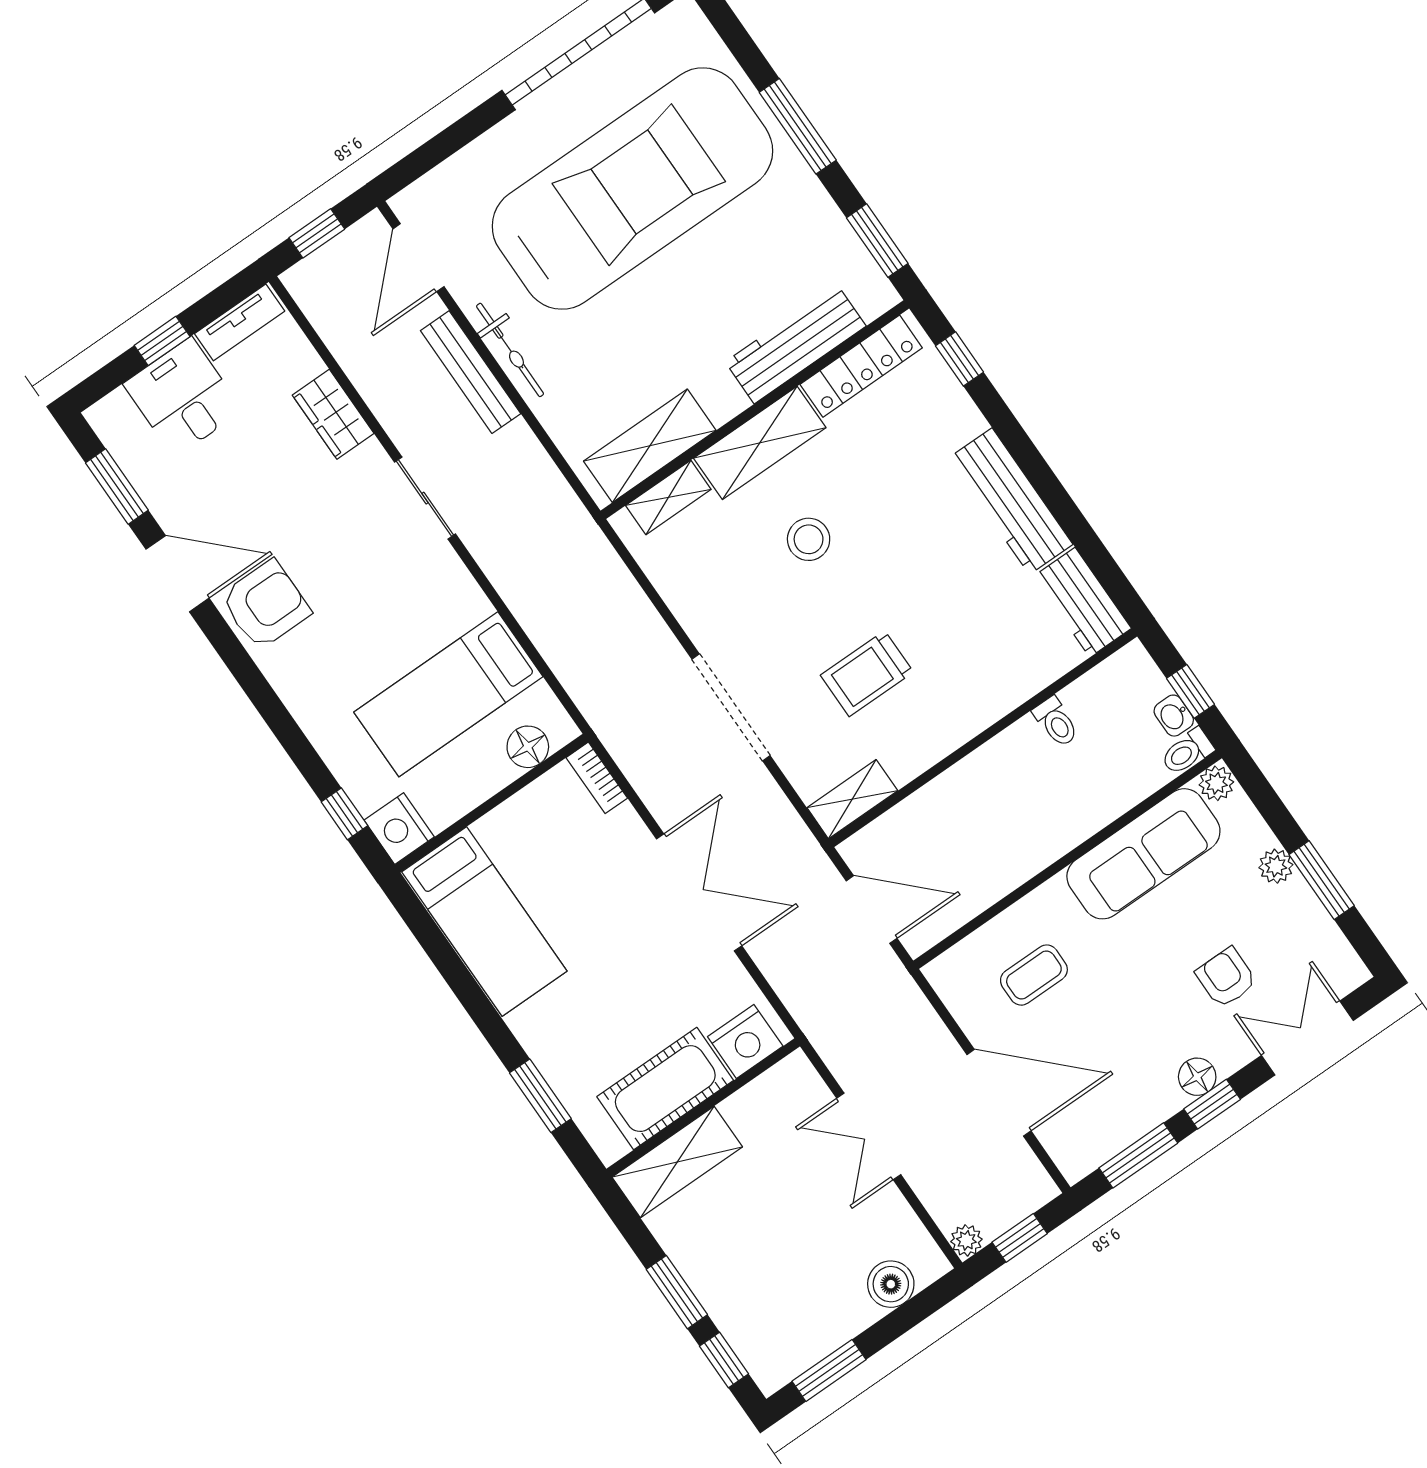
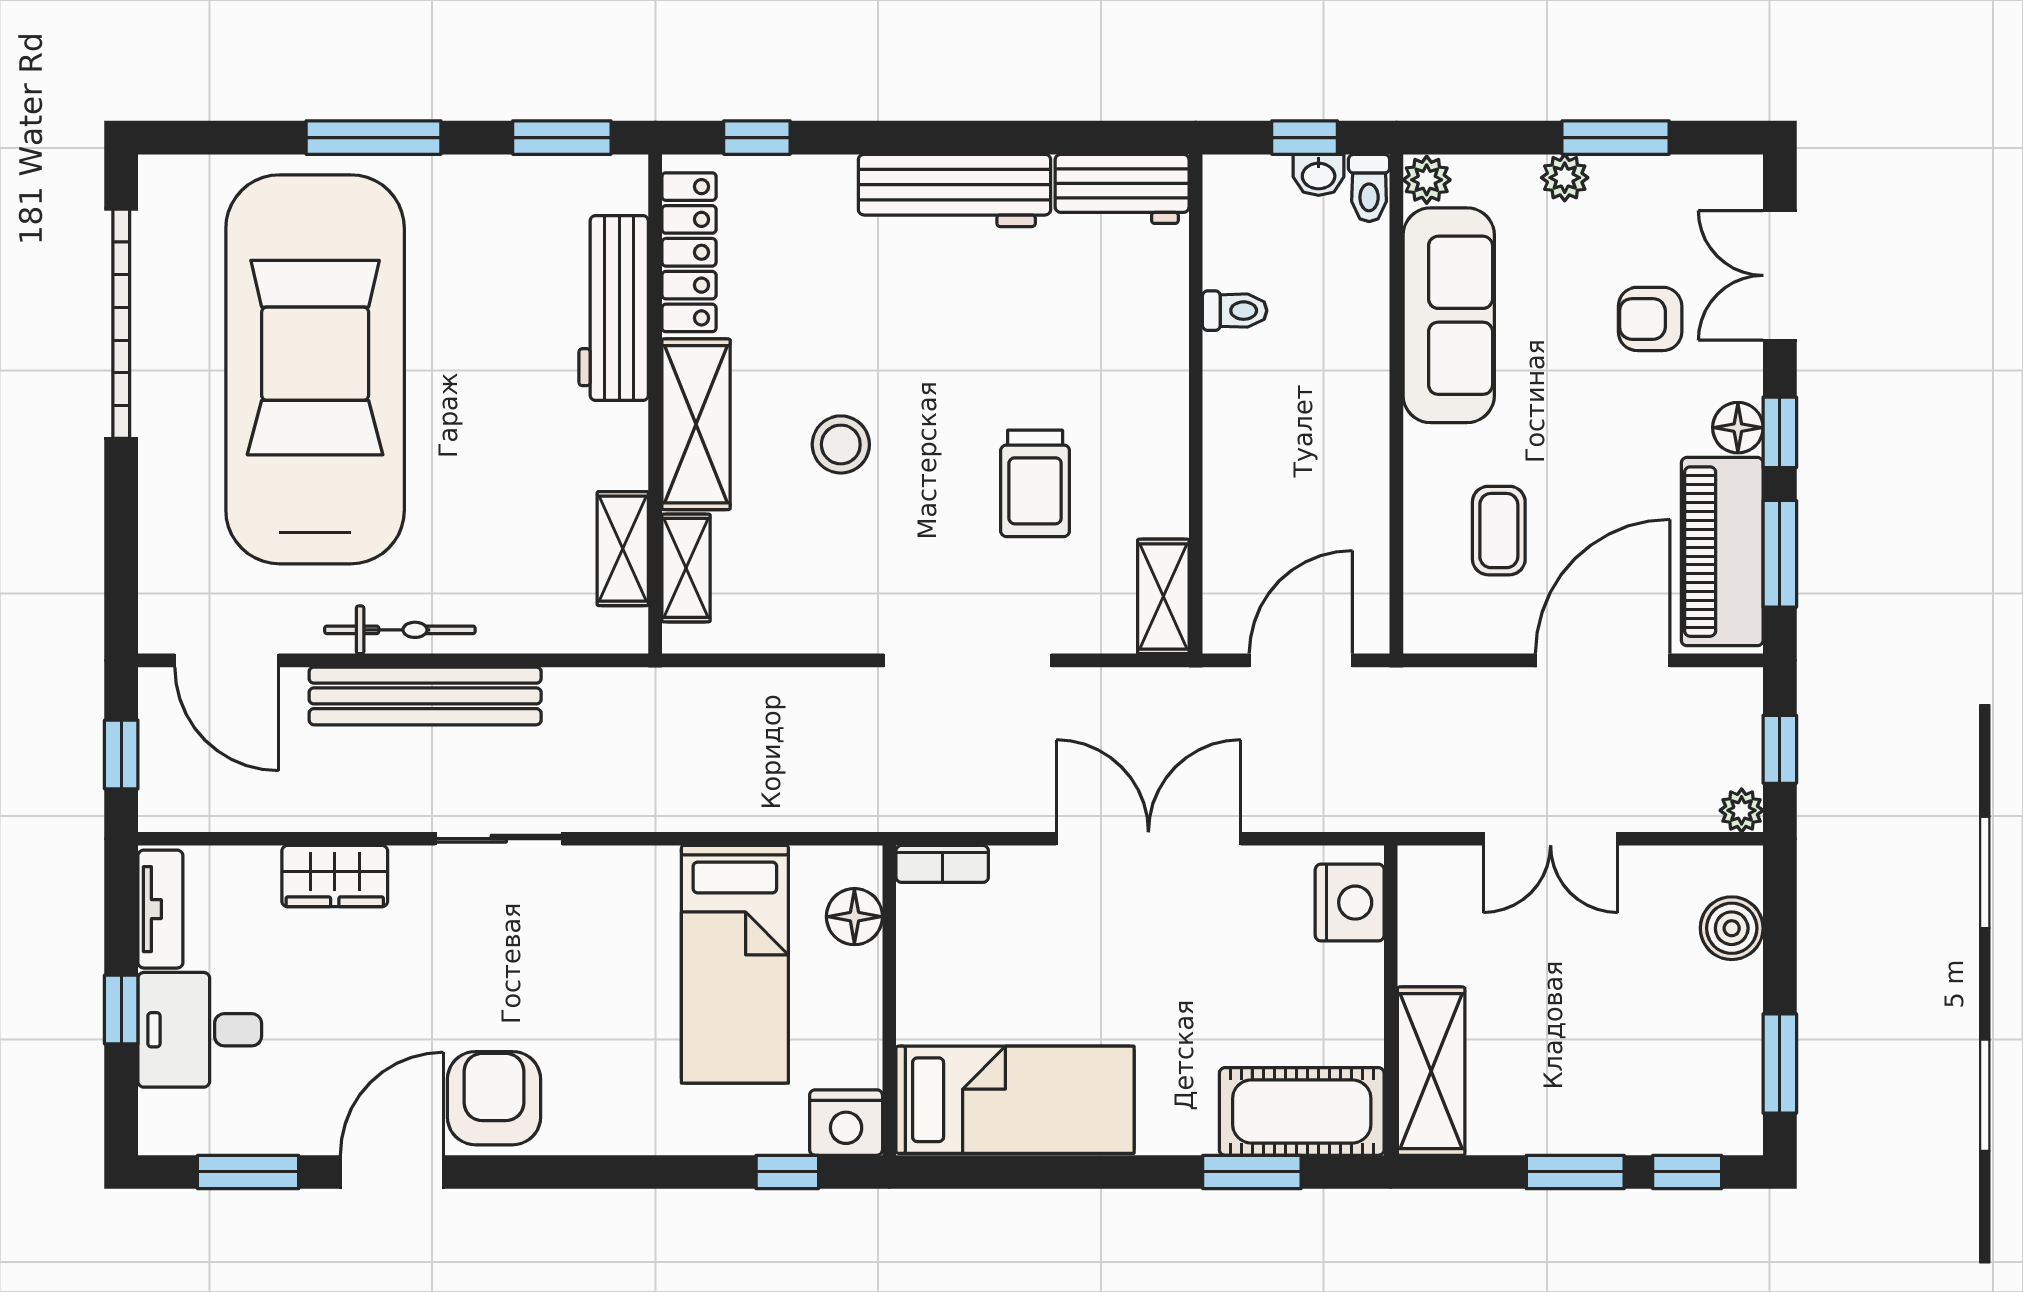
bench: (471, 372) -> (425, 696), width x1.37, depth x1.21
shelving: (650, 446) -> (623, 549), width x0.67, depth x0.75
cot: (665, 1089) -> (1302, 1111), moved, turned 90
piano: (1115, 1119) -> (1722, 552), added

